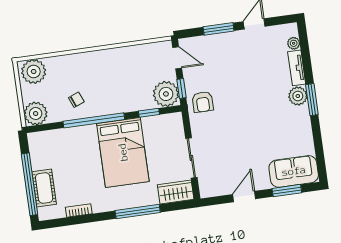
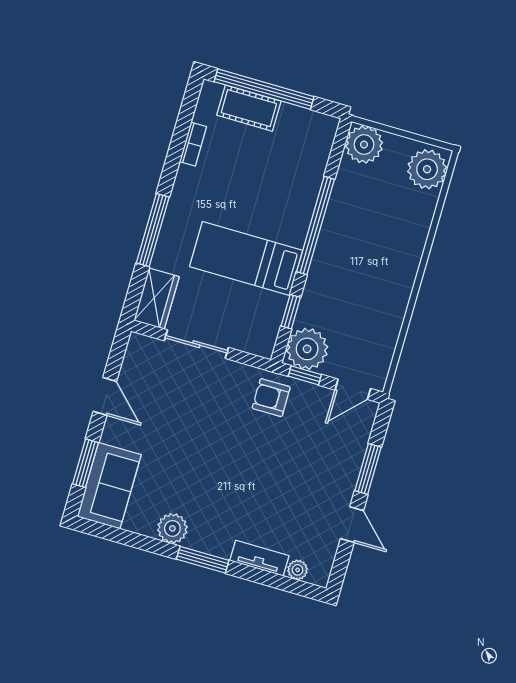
plant: (298, 96) -> (172, 528), moved
chair: (76, 100) -> (357, 213), removed
bed: (123, 152) -> (246, 258), width x0.67

